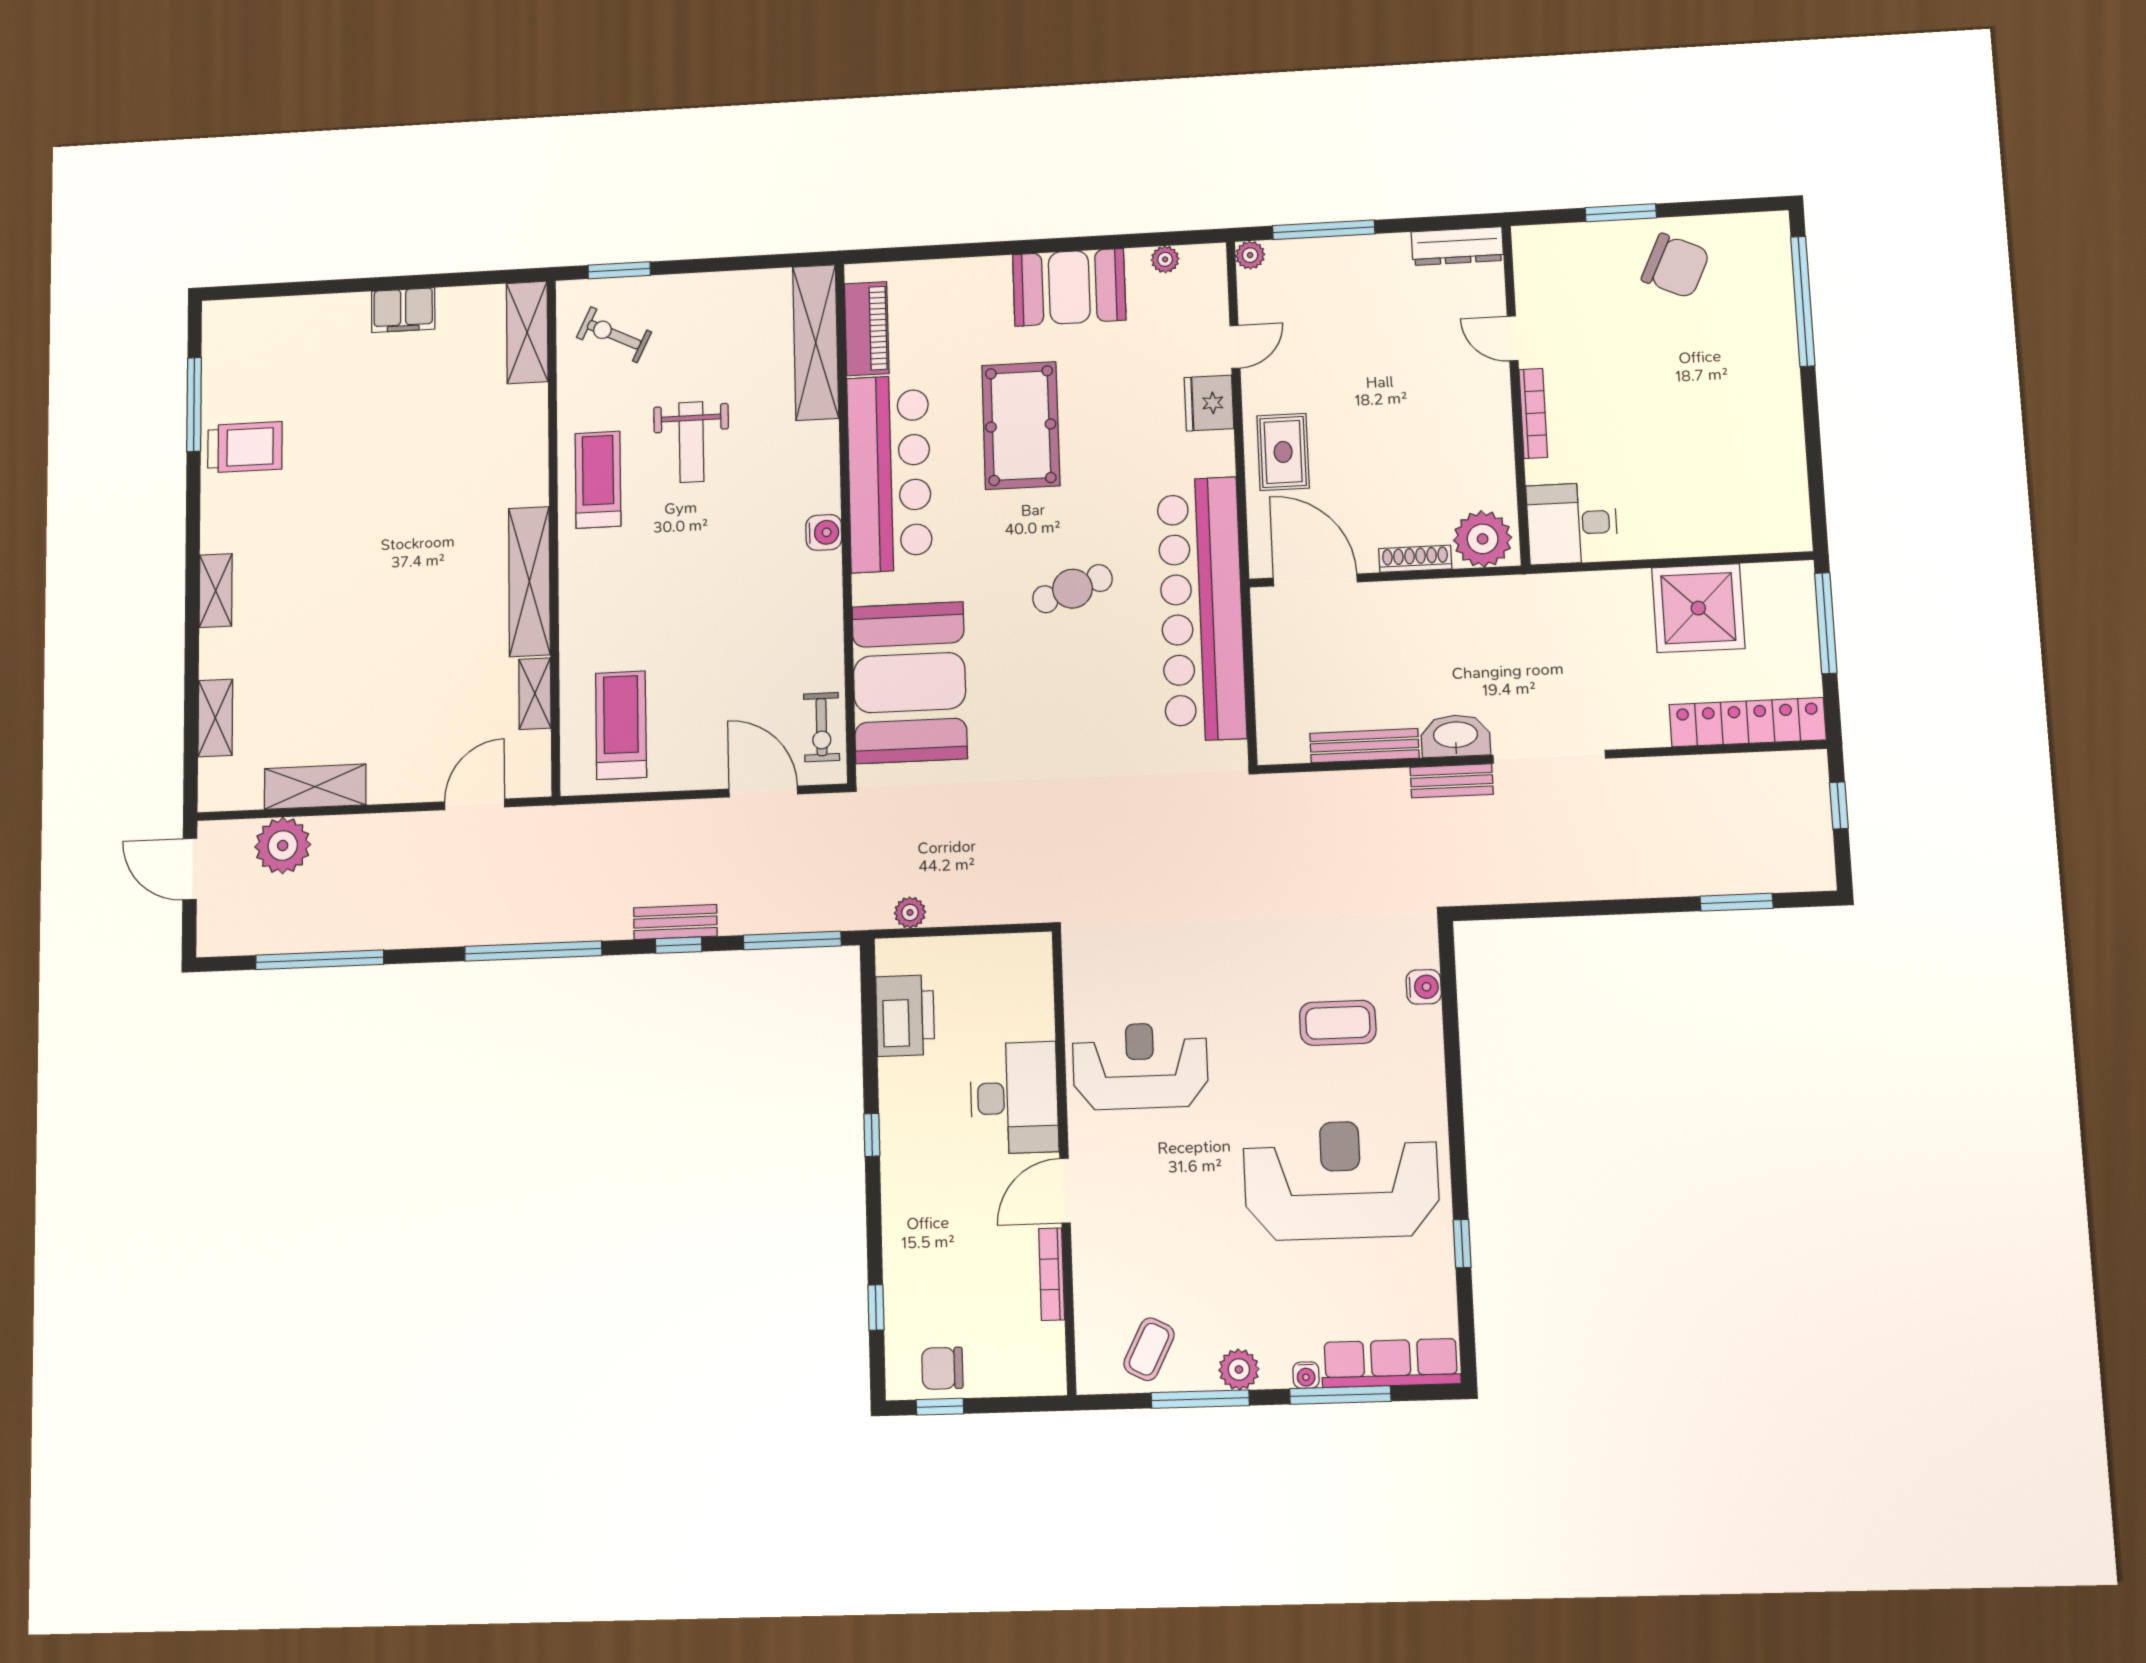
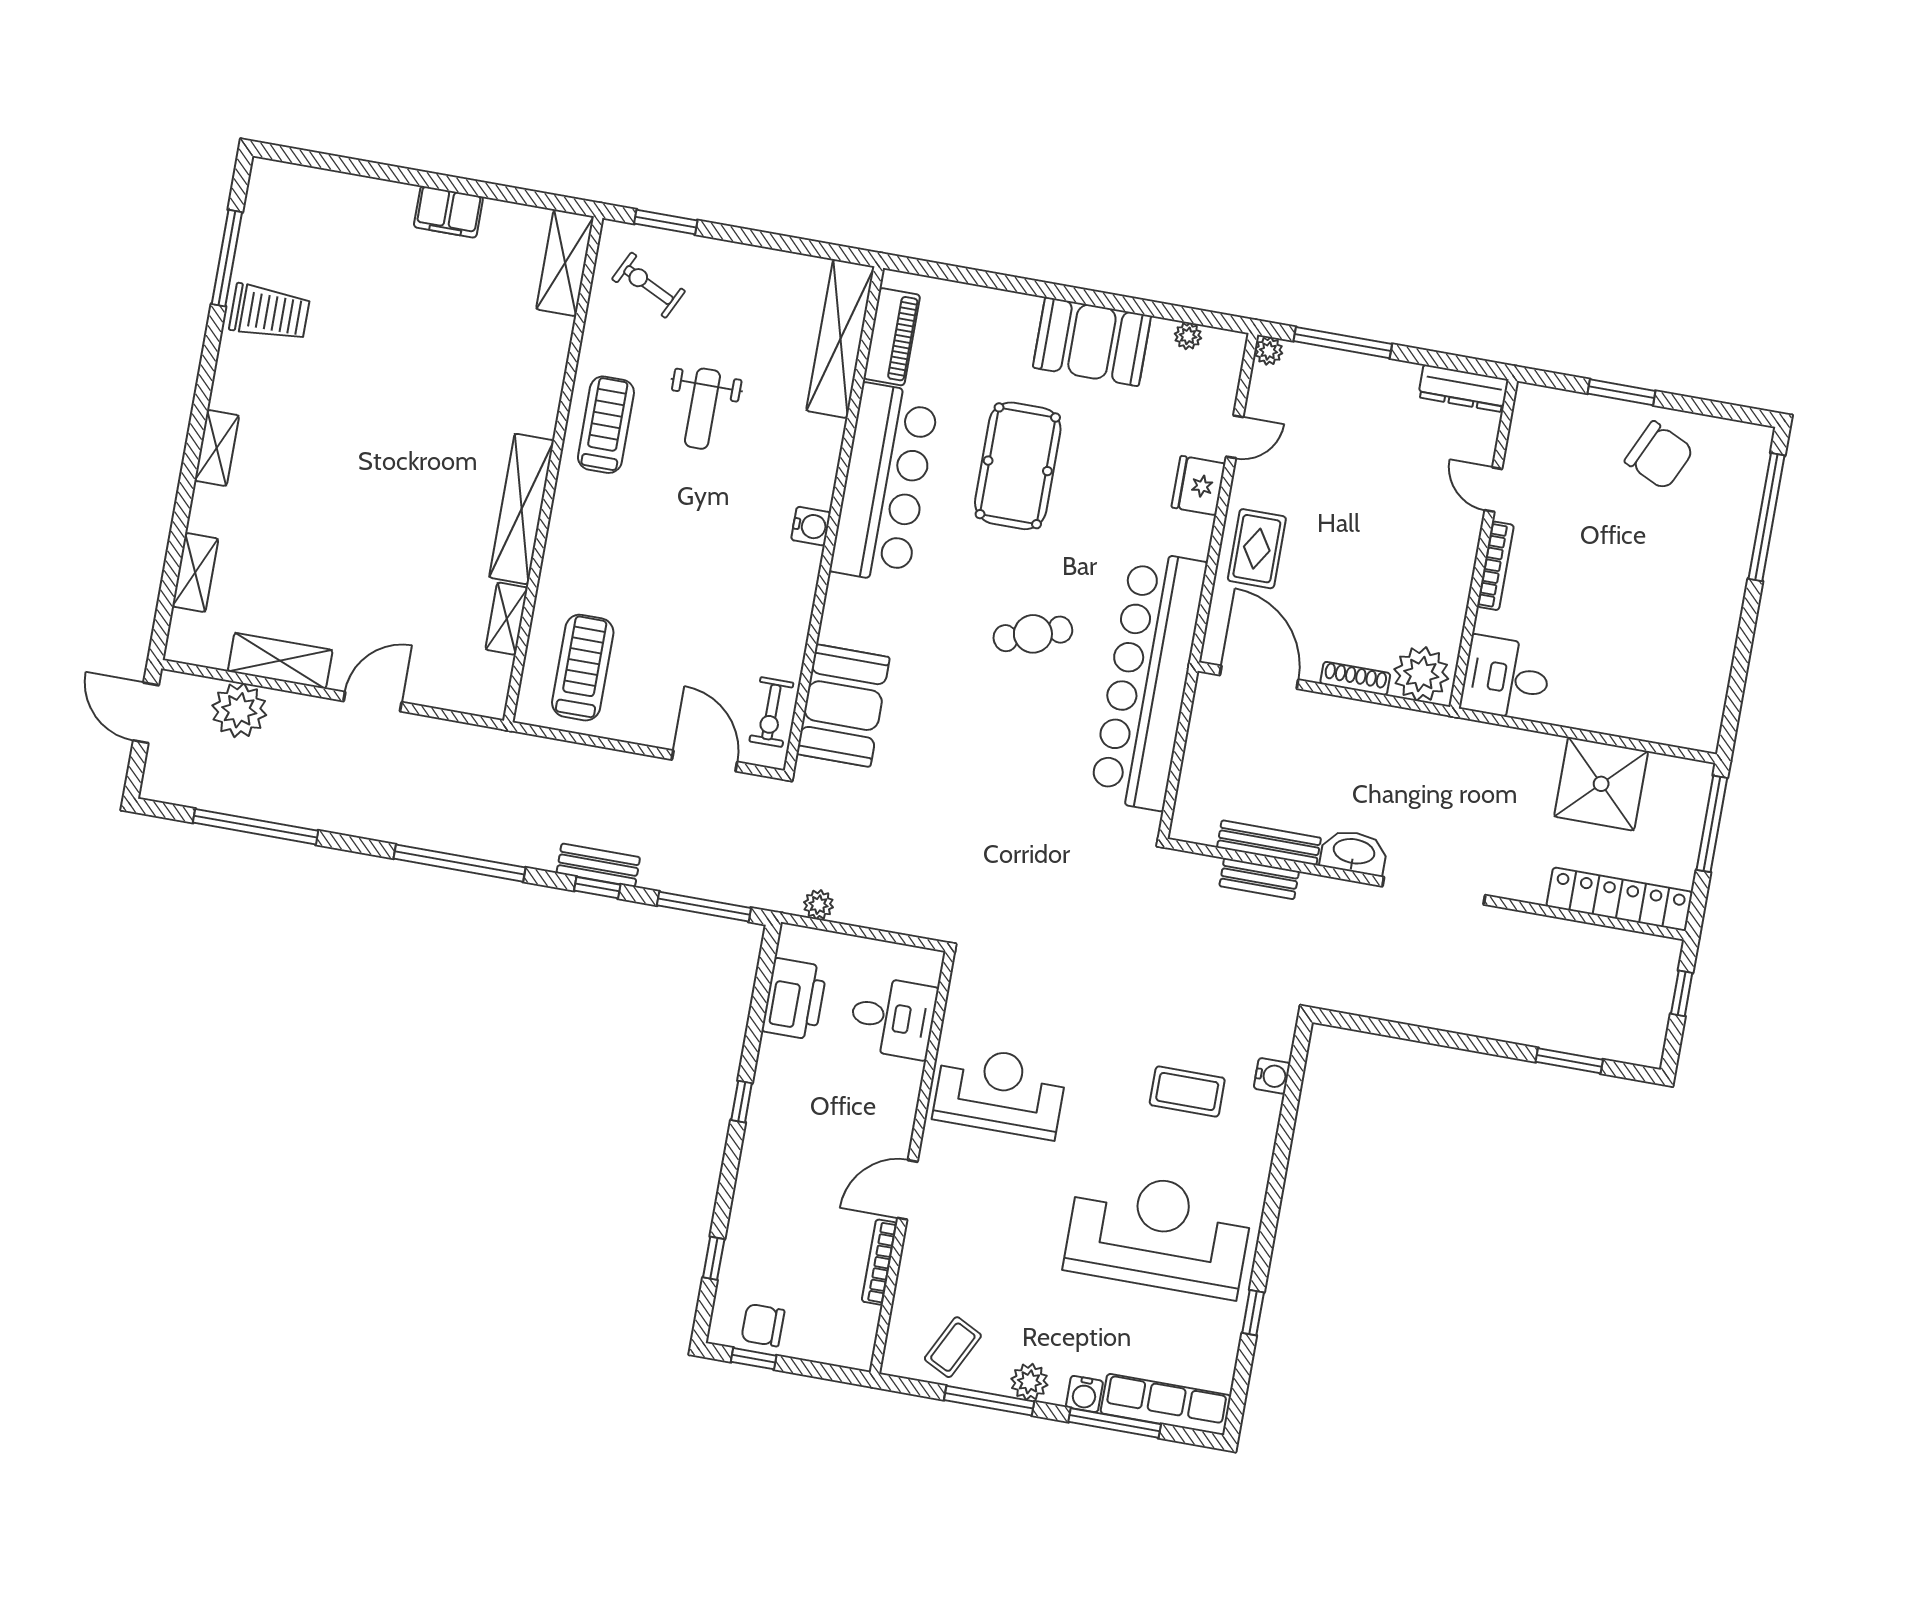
booth: (909, 683) -> (843, 706), width x0.73, depth x0.70
bench: (1452, 781) -> (1259, 879), moved
door: (475, 804) -> (373, 702), moved
desk: (1014, 1098) -> (893, 1018), moved, width x0.73
water cooler: (1306, 1375) -> (1084, 1394), width x1.38, depth x1.38

